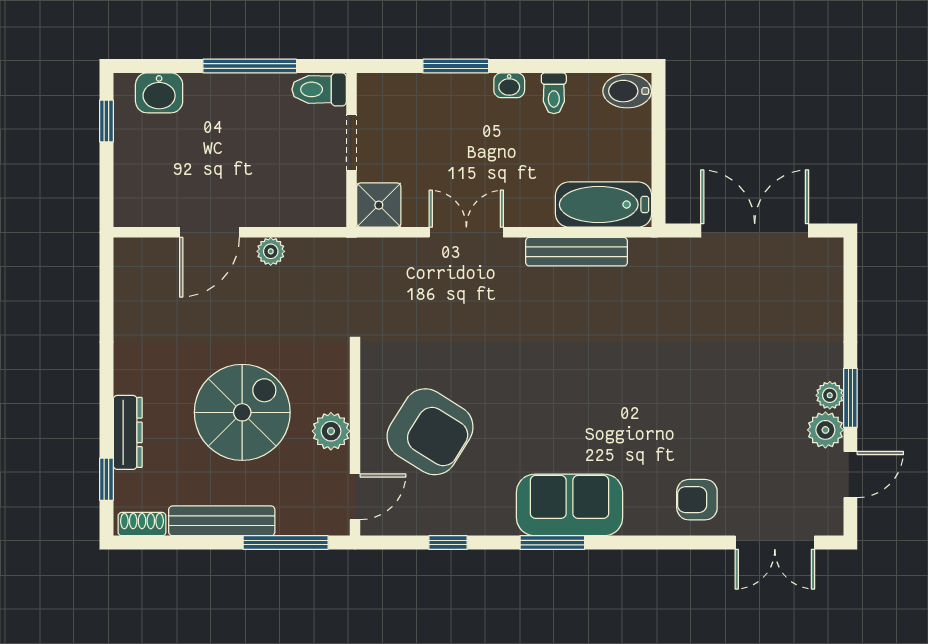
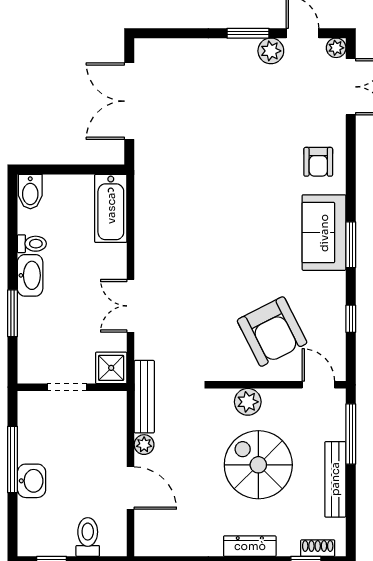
washbasin: (509, 85) -> (30, 275), width x1.91, depth x1.45
toilet: (319, 89) -> (88, 537), moved, turned 180
washbasin: (159, 93) -> (32, 481), moved
bench: (577, 252) -> (144, 397), moved
plant: (830, 395) -> (336, 48), moved
plant: (331, 431) -> (248, 402), moved
dresser: (128, 432) -> (250, 546), moved
armchair: (430, 432) -> (272, 332), turned 121
armchair: (697, 500) -> (318, 162), moved
shoe rack: (142, 524) -> (318, 548), moved, turned 90

